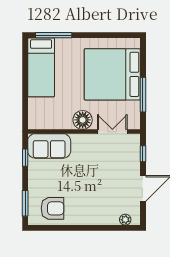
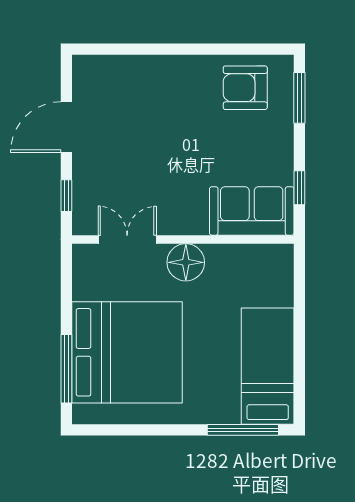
window: (143, 95) -> (66, 369), moved
double door: (112, 132) -> (127, 239), swing flipped
plant: (125, 220) -> (101, 66), removed

